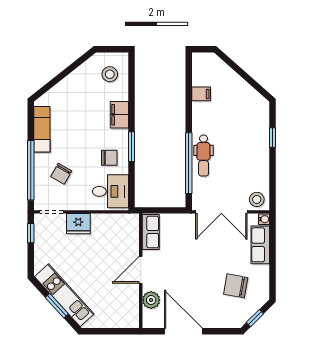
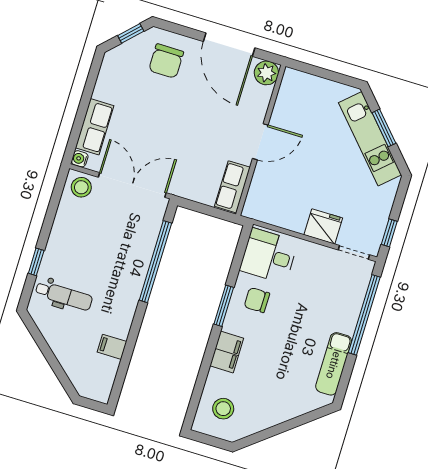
dental chair: (204, 156) -> (64, 296), moved, turned 90
chair: (61, 174) -> (326, 298), removed
chair: (236, 286) -> (166, 61), moved, turned 80
plant: (151, 300) -> (266, 73), moved

